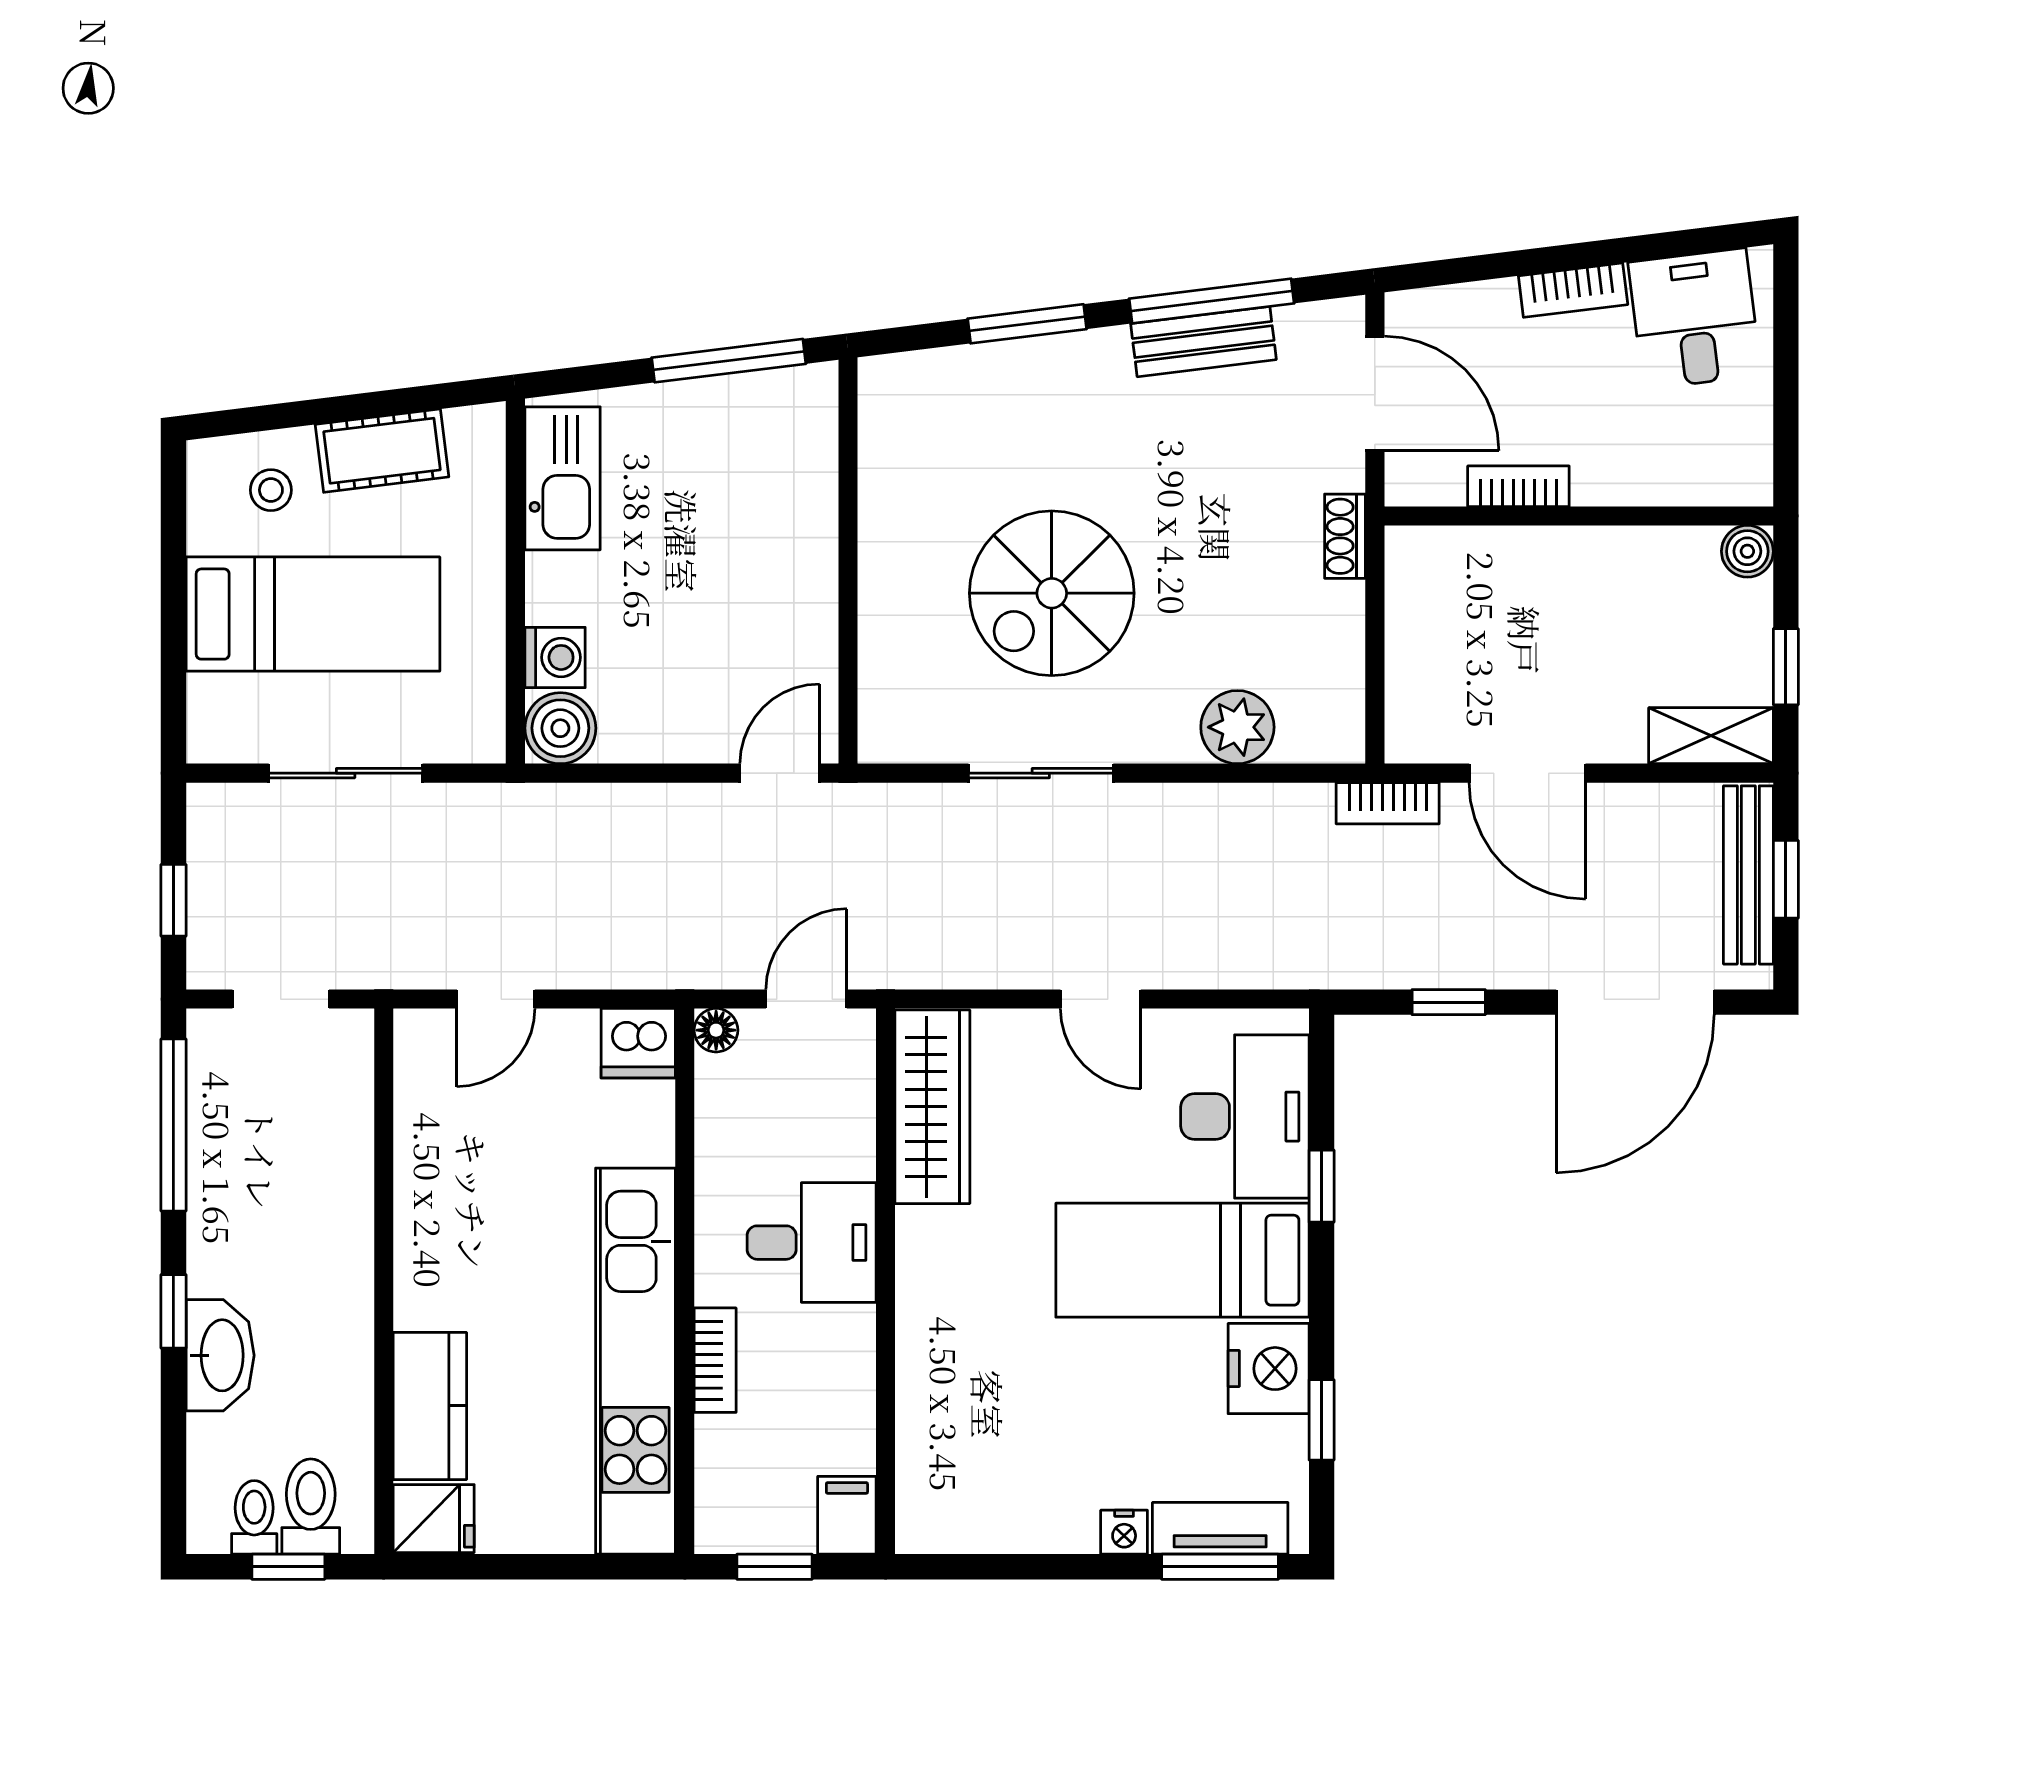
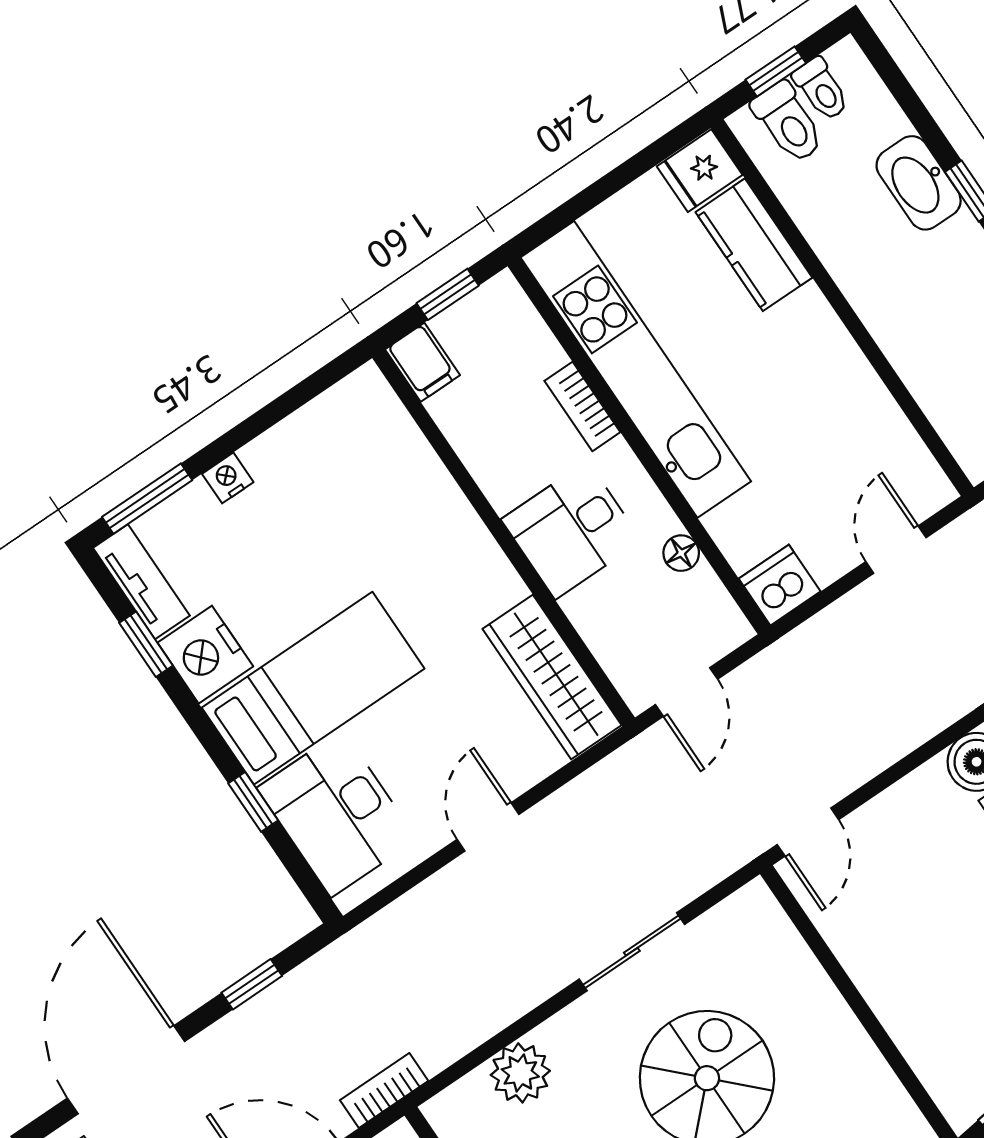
door: (1101, 999) -> (488, 827), hinge flipped
floor lamp: (716, 1030) -> (681, 553), moved
tv unit: (1220, 1528) -> (141, 582), moved, turned -90

